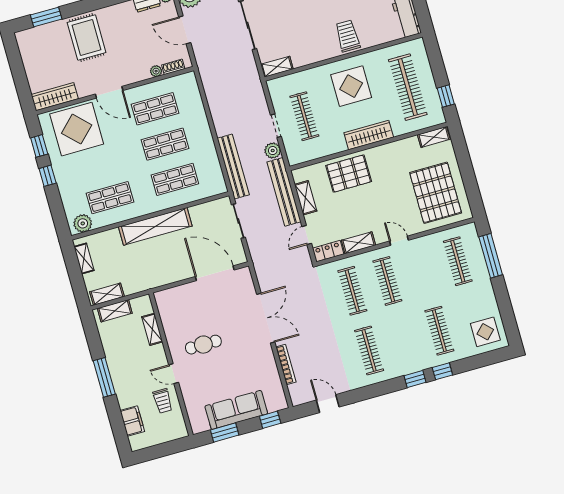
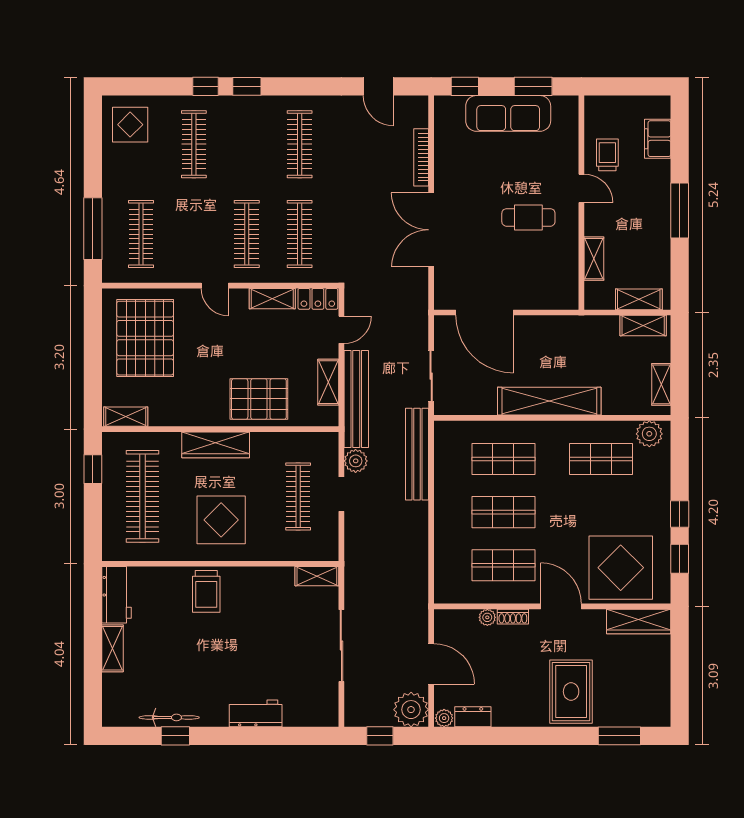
shoe rack: (173, 67) -> (513, 617), moved

